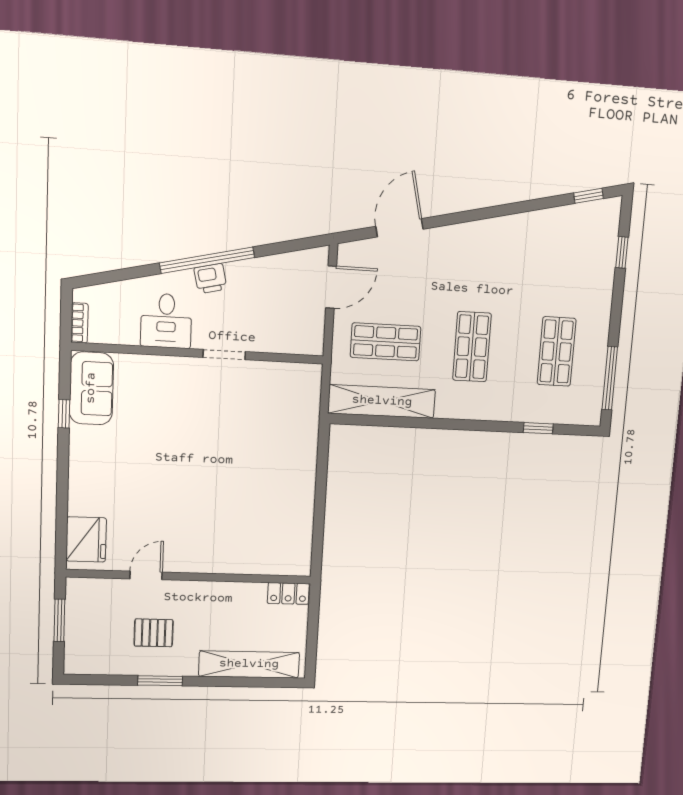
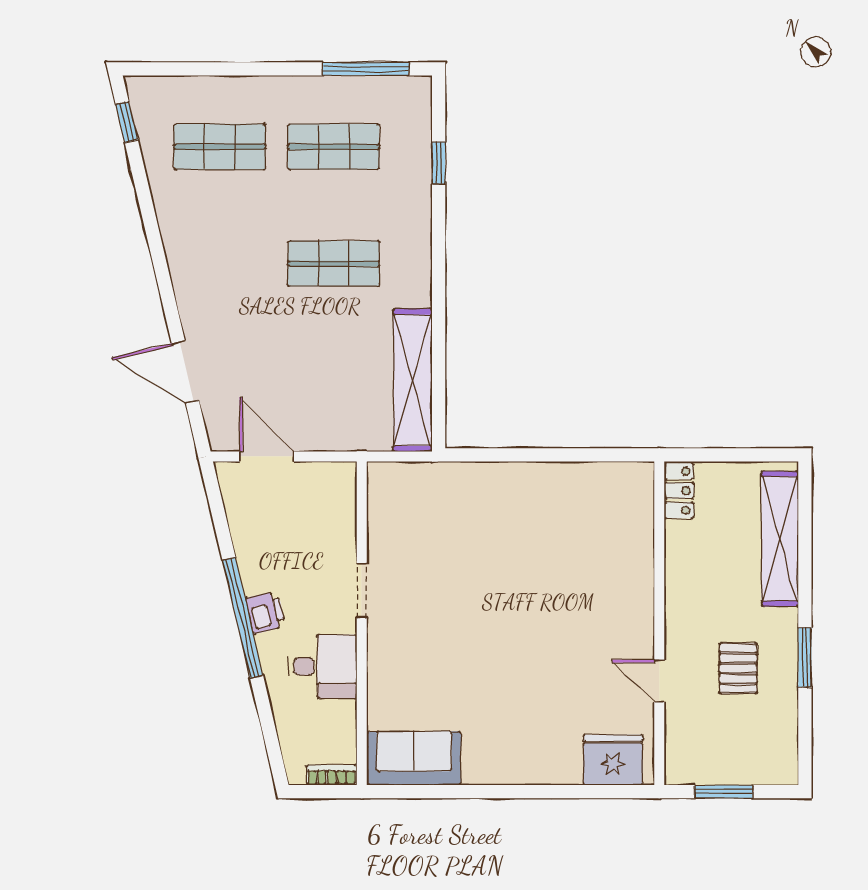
window: (622, 252) -> (197, 69), removed
shop shelf: (386, 342) -> (220, 147), moved, turned 90
window: (64, 414) -> (449, 792), removed

